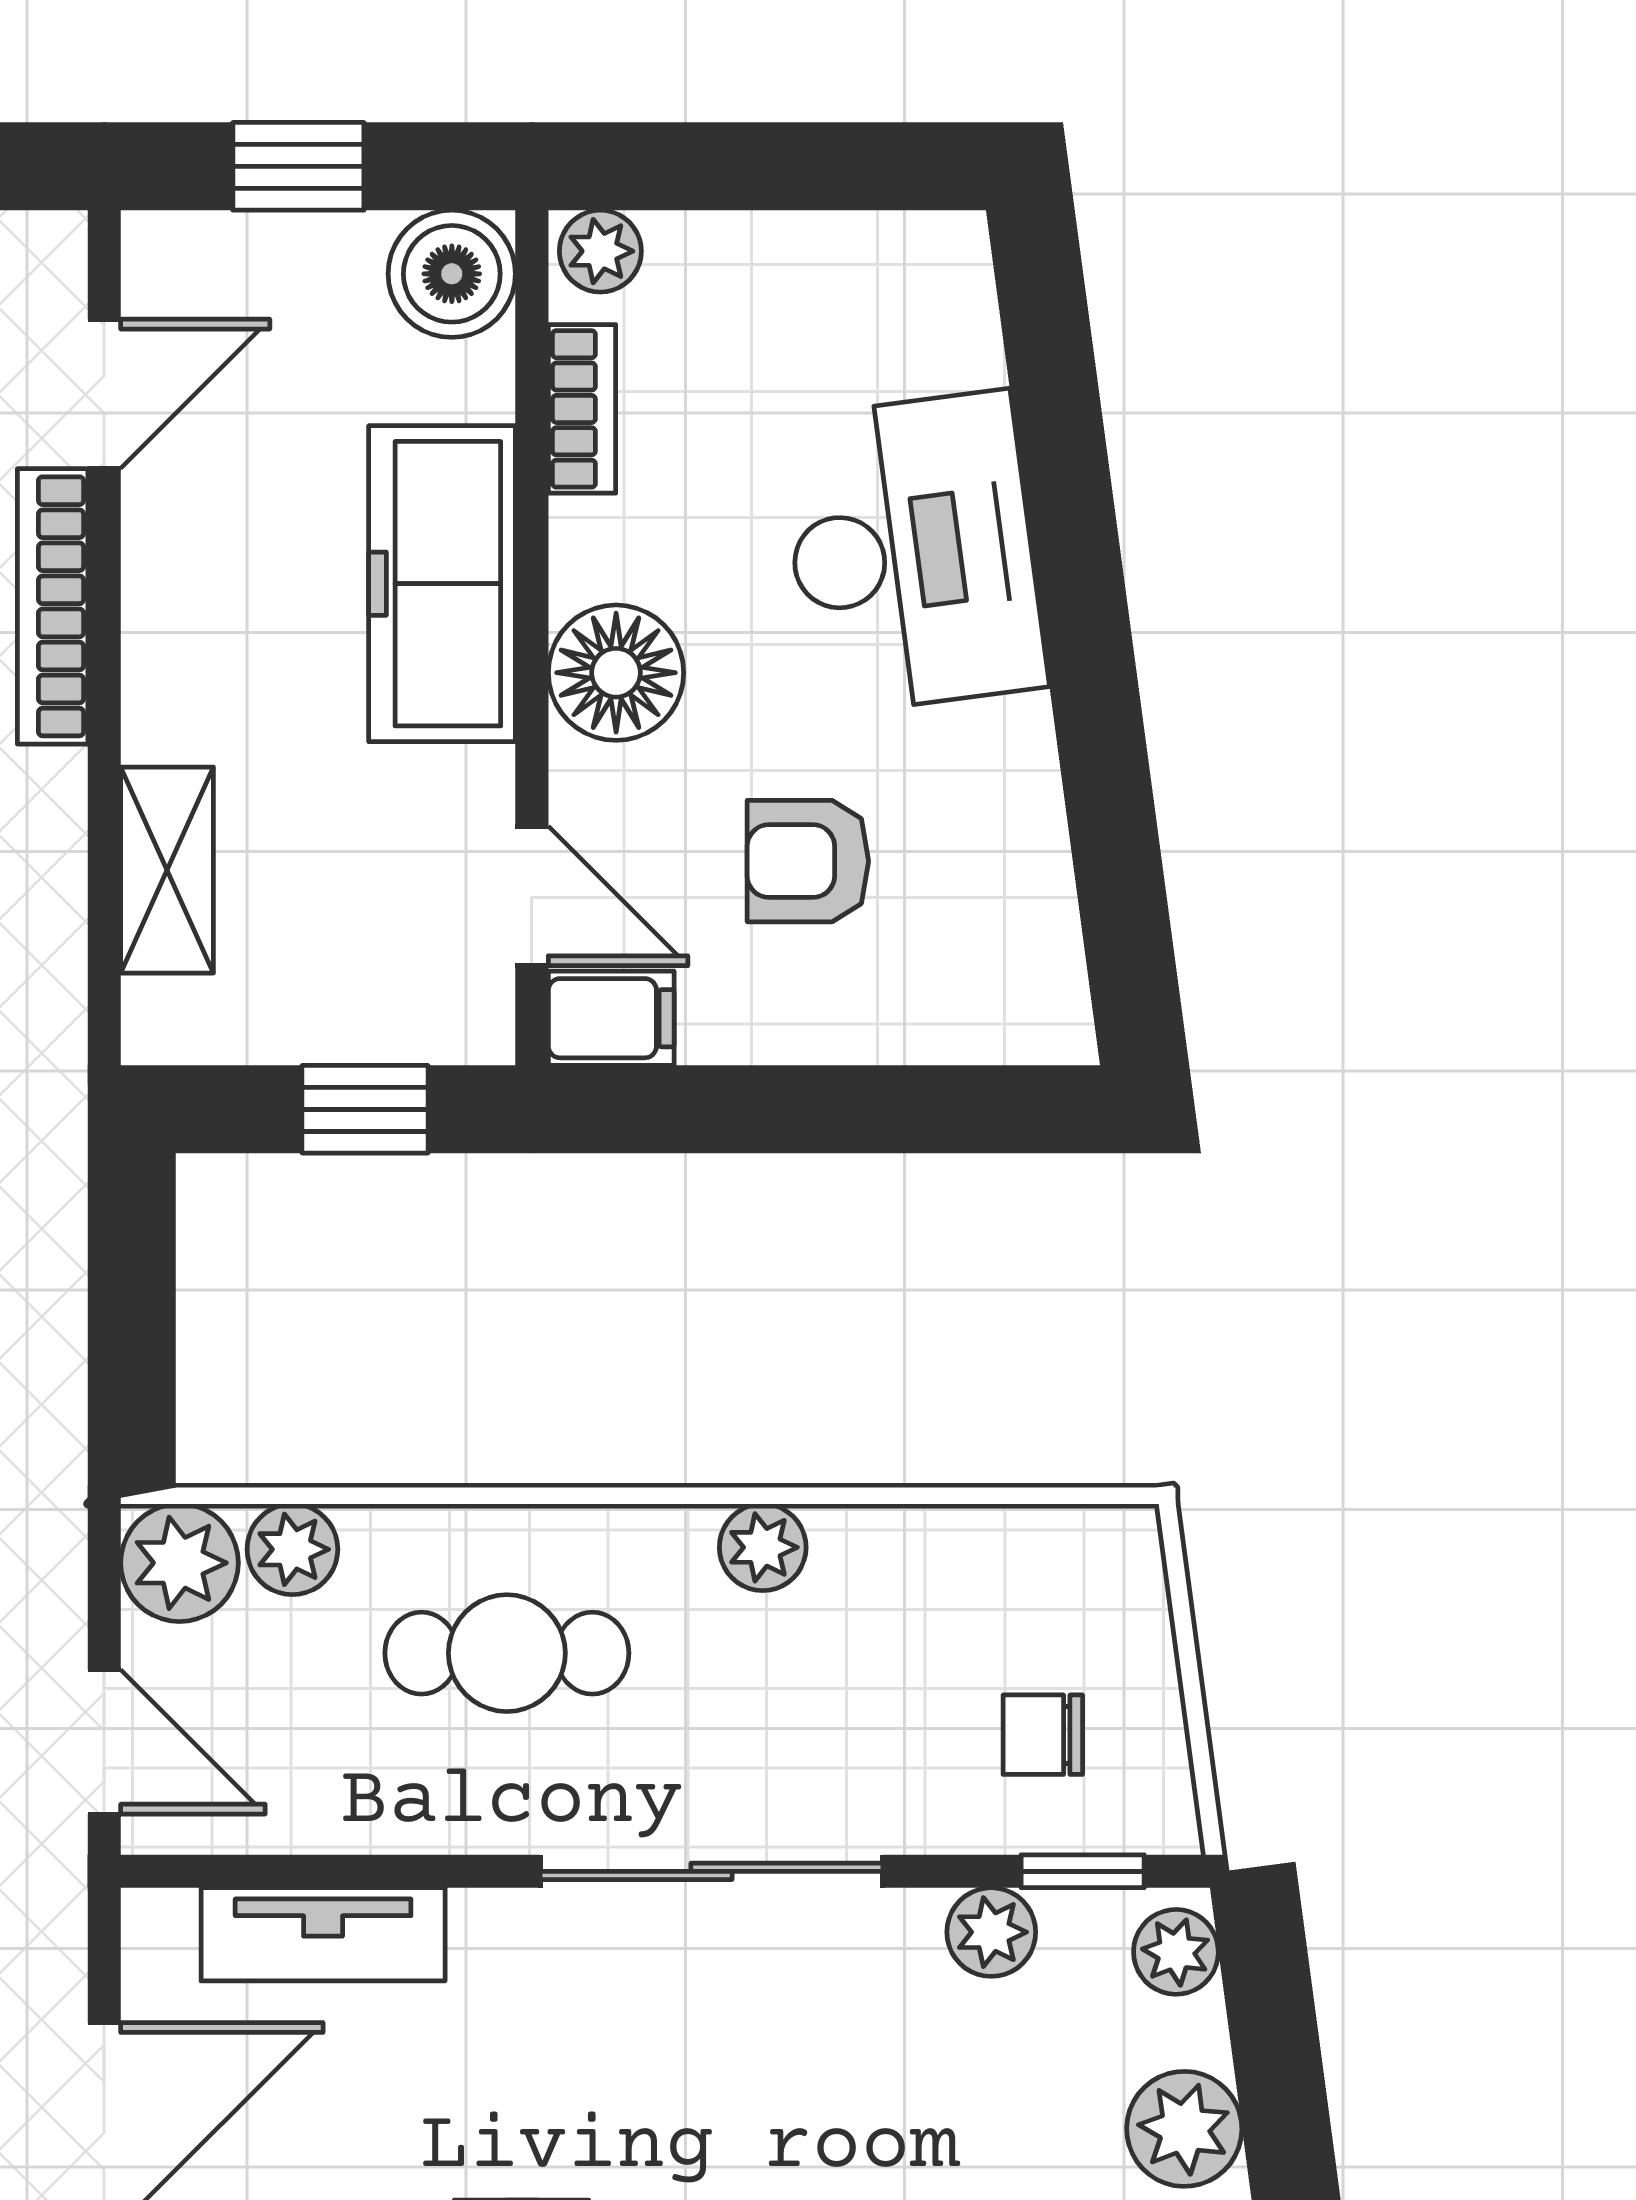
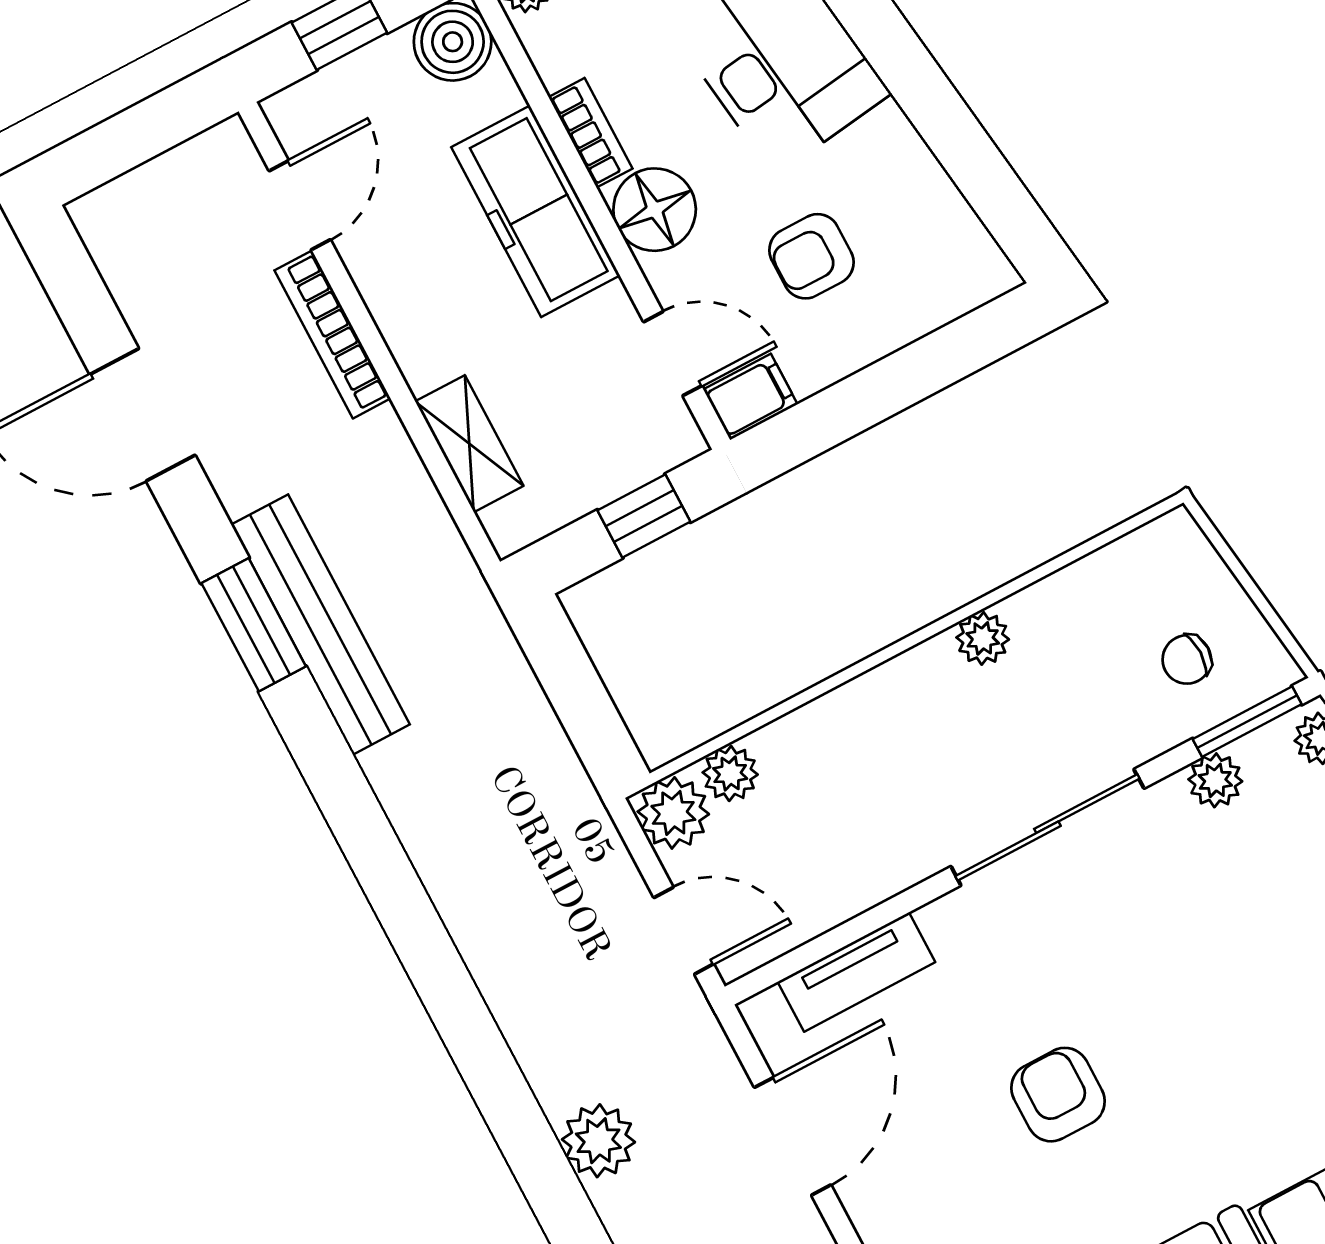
bookcase: (582, 409) -> (590, 133), moved
cafe table: (507, 1653) -> (875, 768), removed
window: (1083, 1871) -> (1247, 722), width x1.50

